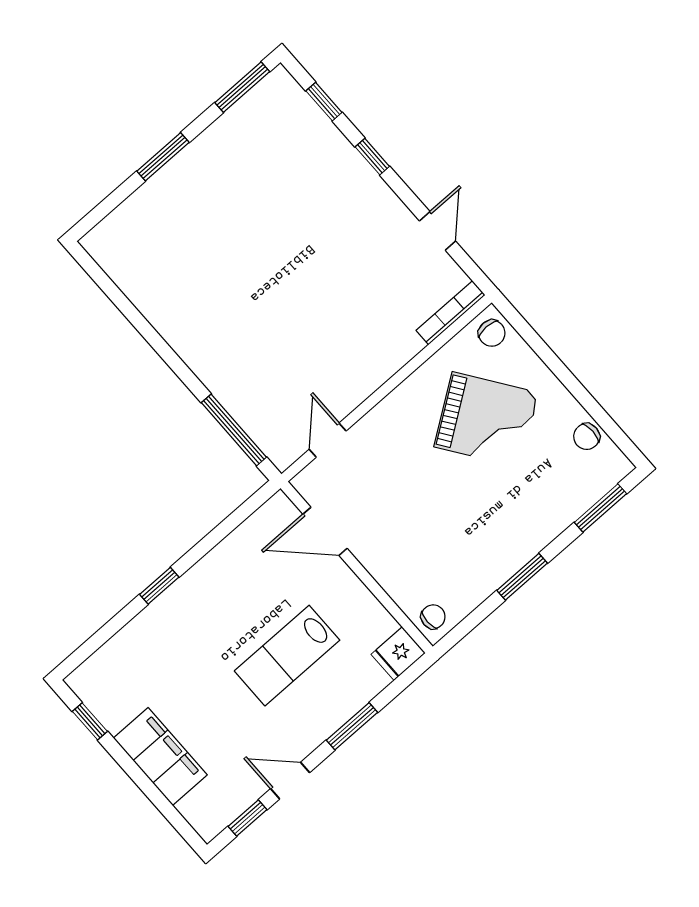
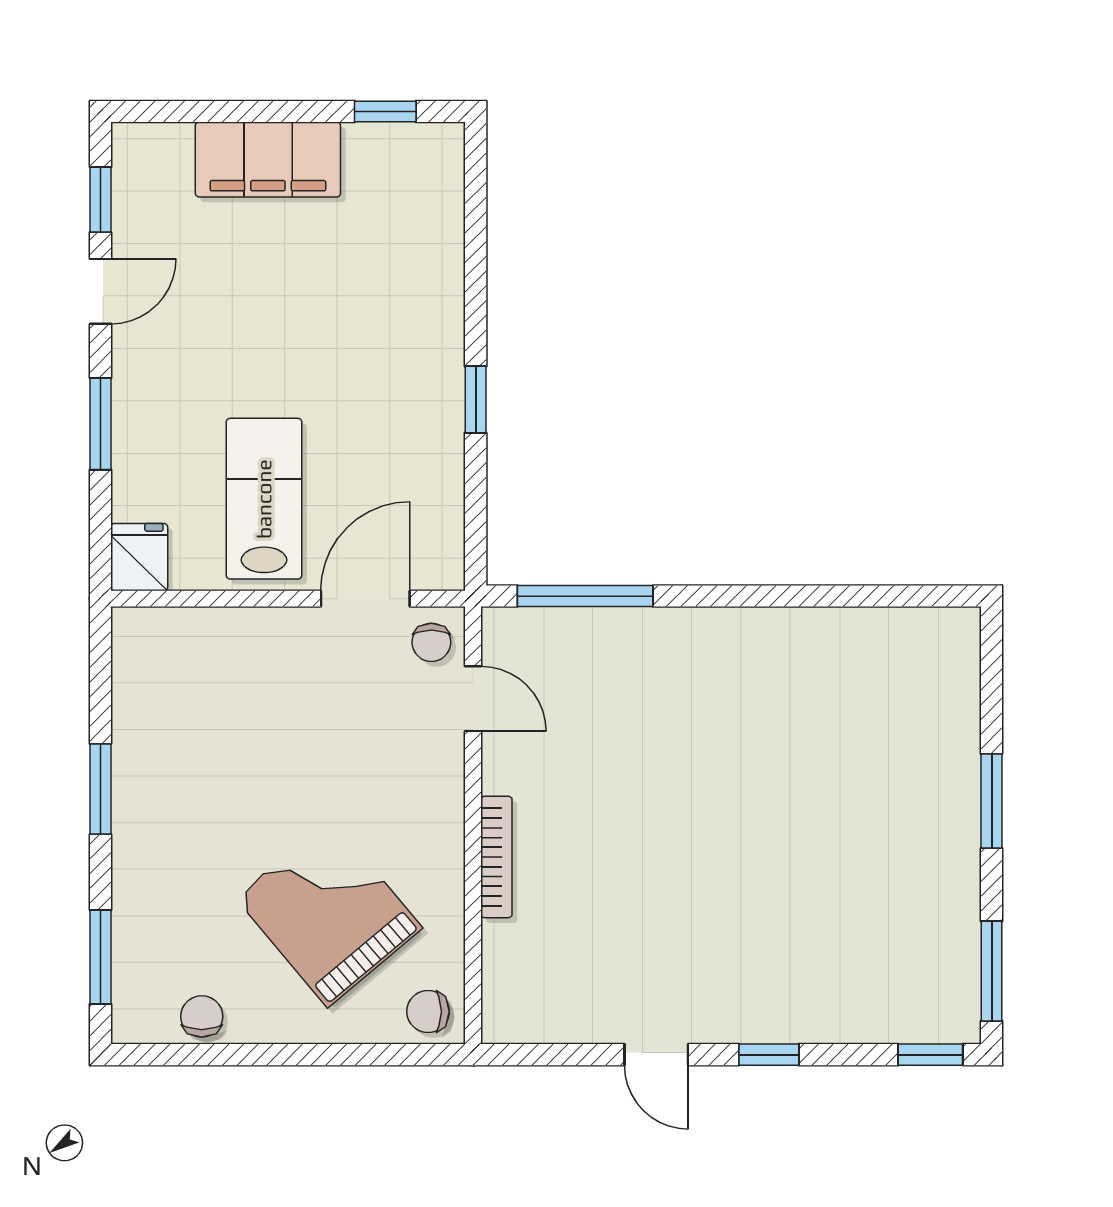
window: (324, 102) -> (930, 1055), moved
door: (438, 231) -> (656, 1055), moved
bookcase: (451, 313) -> (496, 857), moved
grand piano: (486, 420) -> (329, 913), turned 85
window: (159, 586) -> (476, 400), moved
chair: (433, 617) -> (431, 642), moved
lab bench: (287, 656) -> (264, 499), moved

